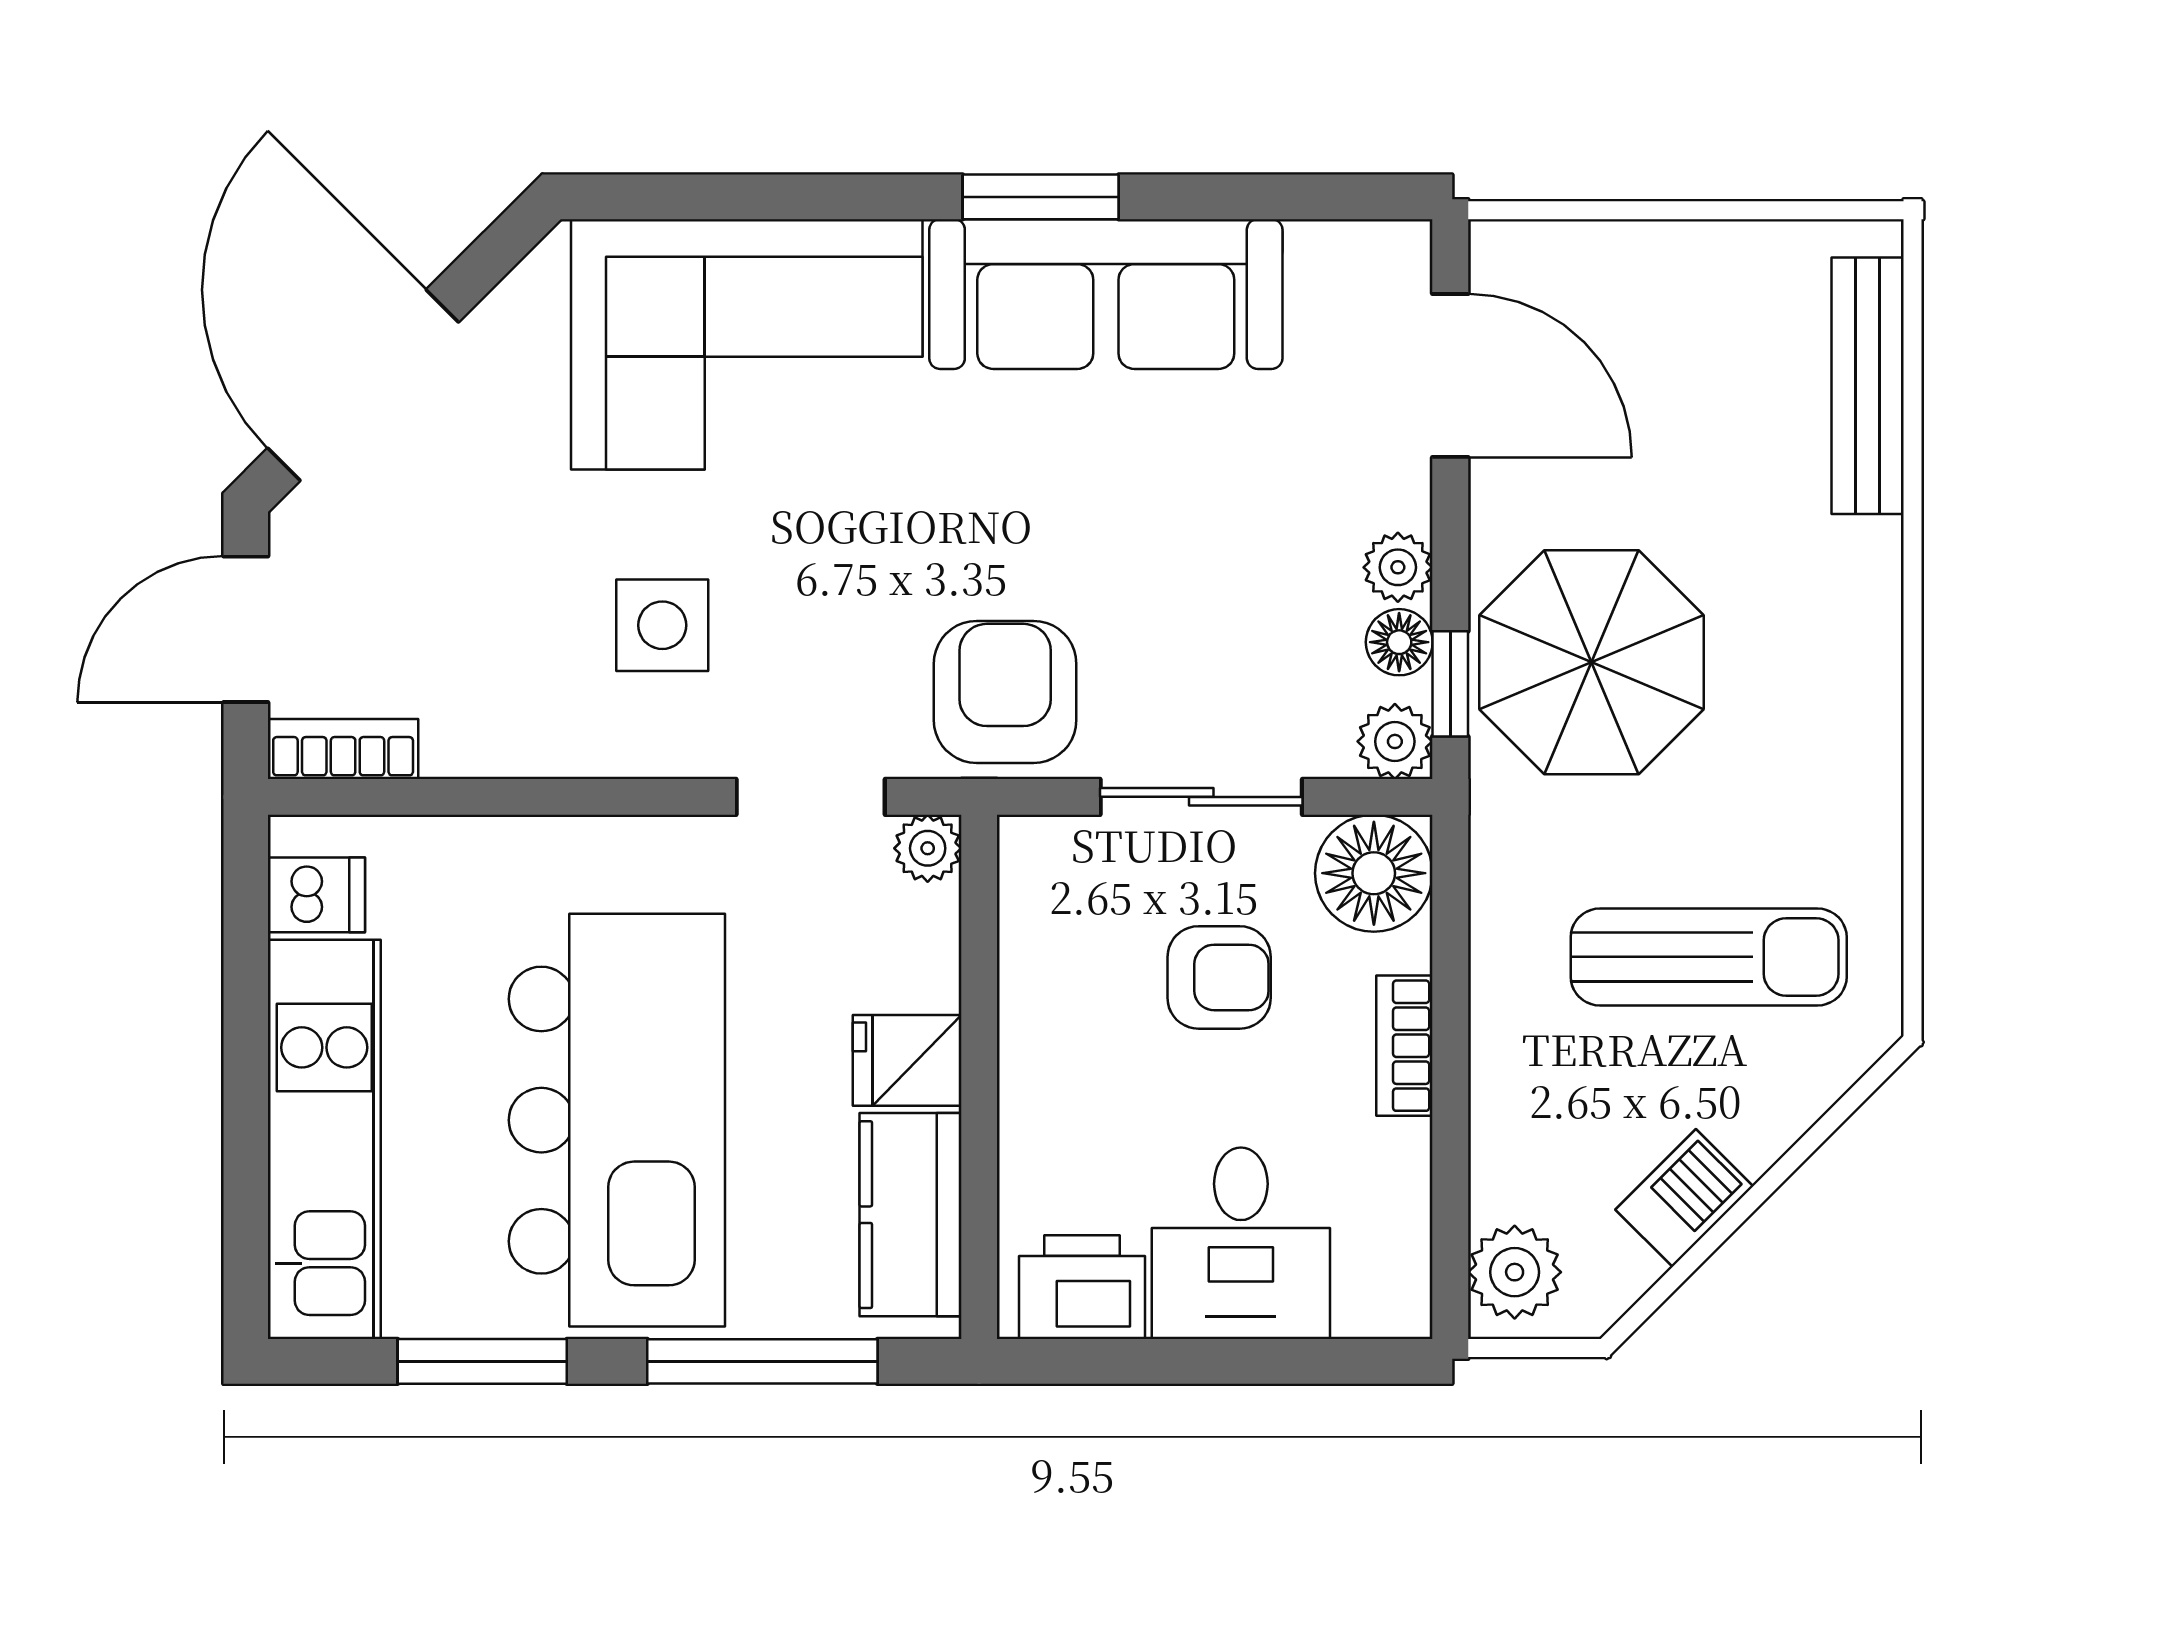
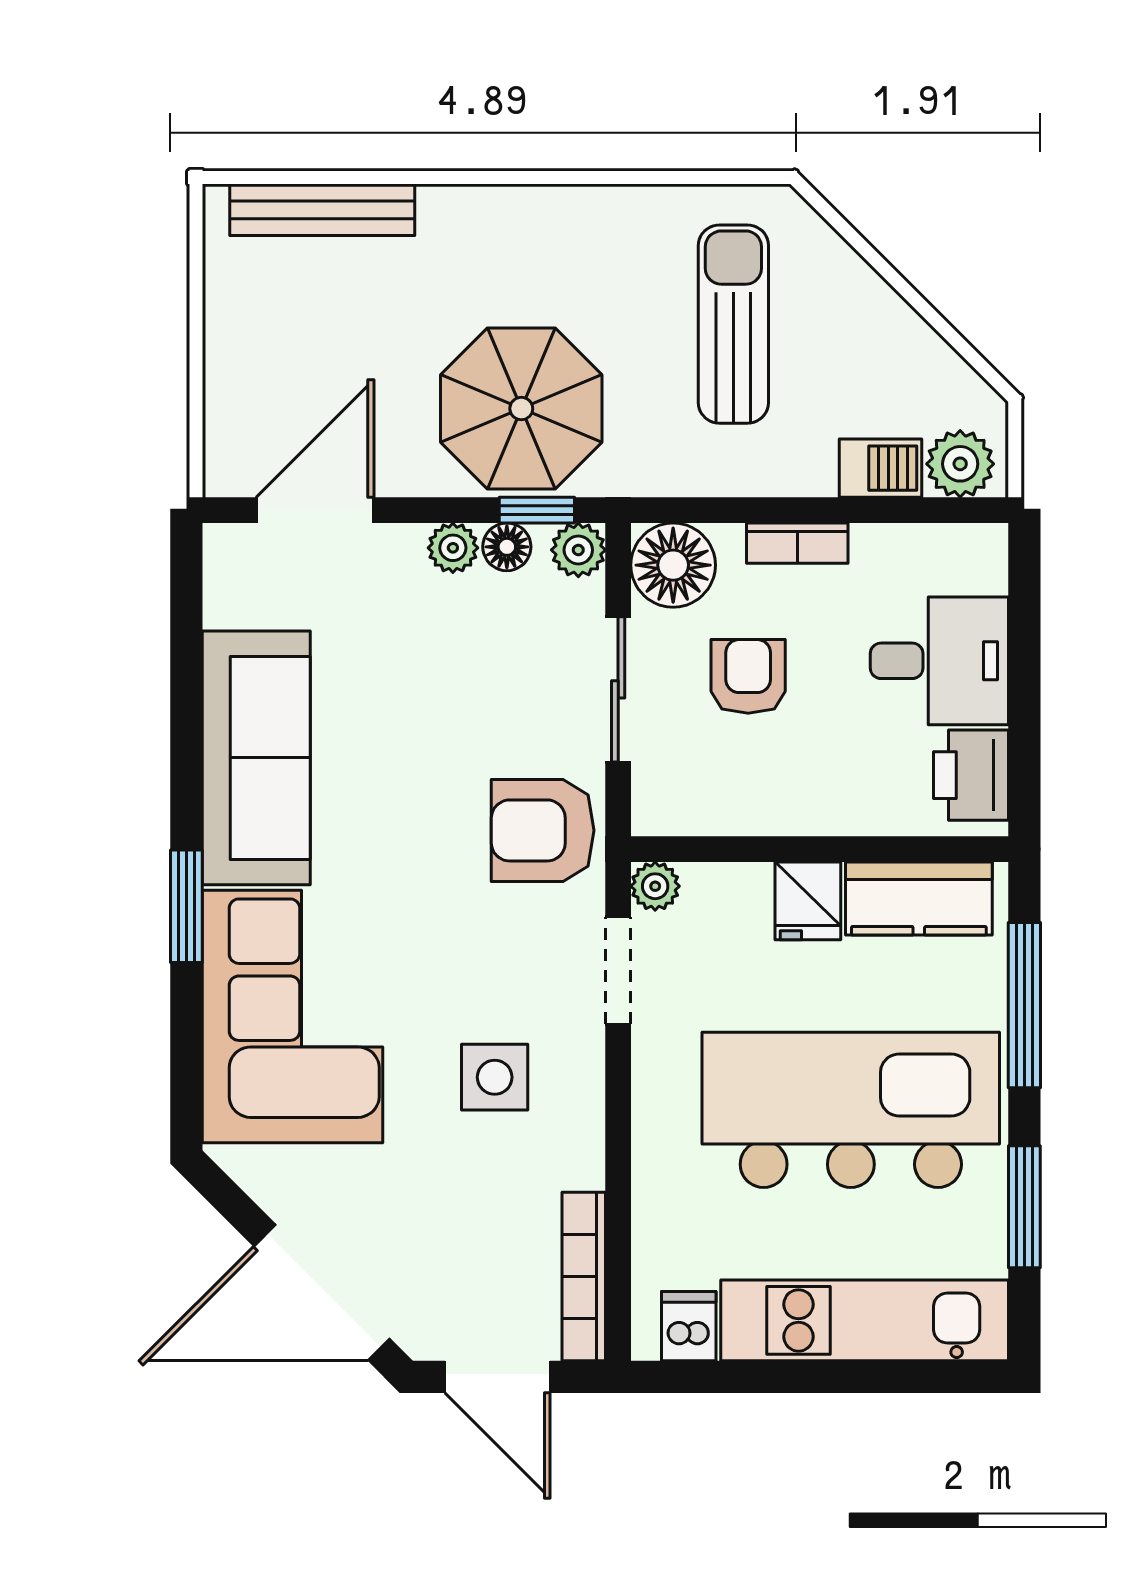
window: (1041, 197) -> (186, 906), moved
bookcase: (343, 749) -> (584, 1277), width x1.56
barbecue: (1684, 1198) -> (880, 468), moved, turned 135

